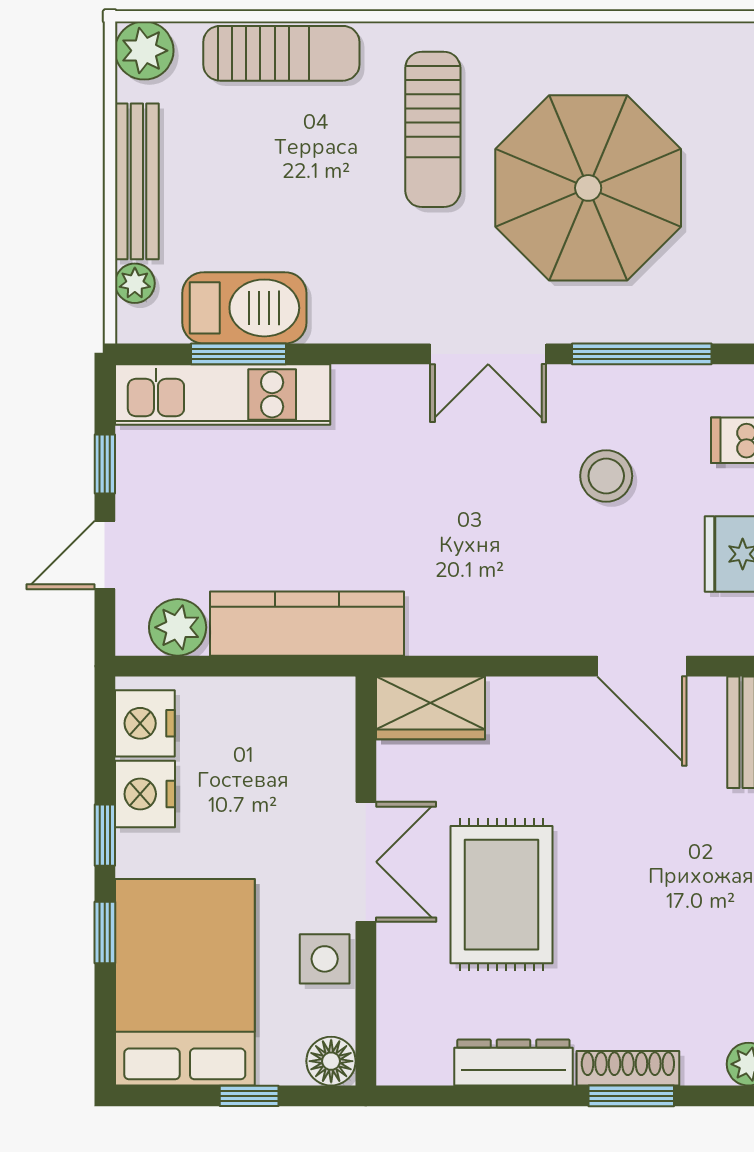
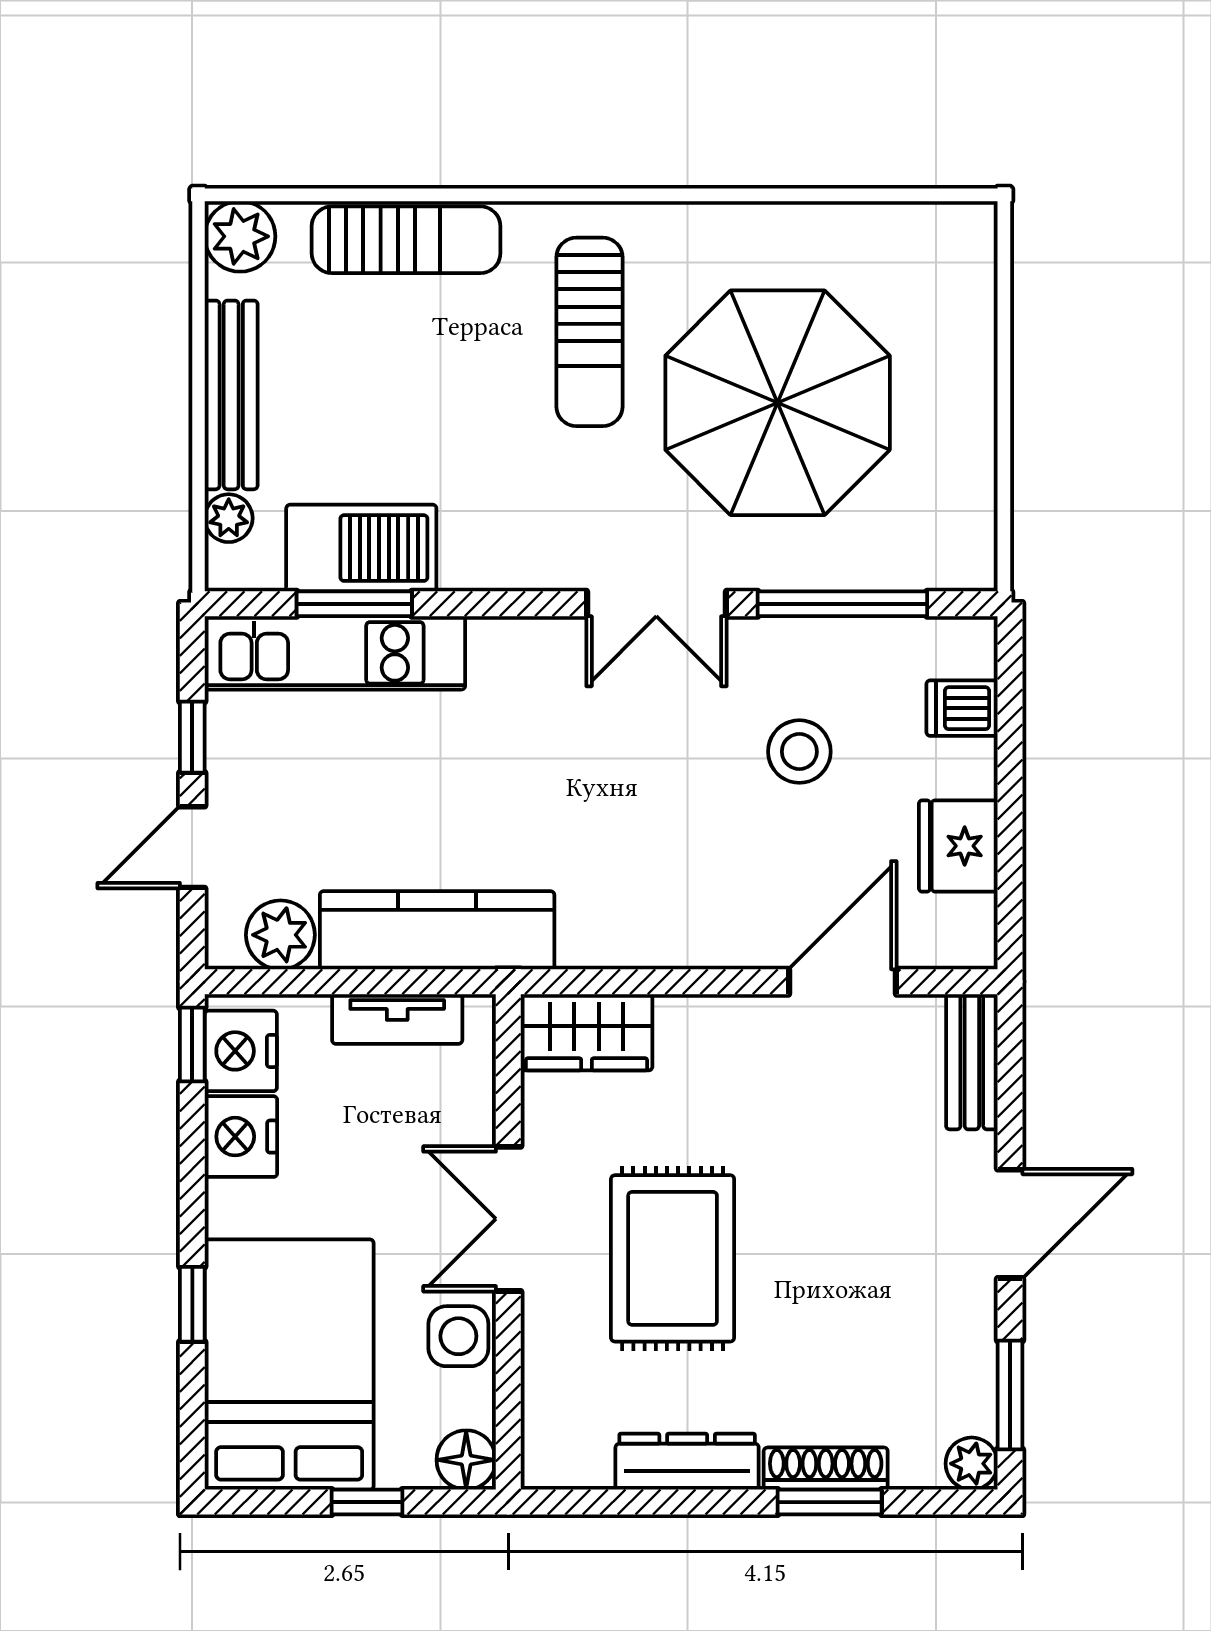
door: (642, 666) -> (842, 982), swing flipped
tv unit: (274, 697) -> (397, 1019), added
window: (105, 835) -> (192, 1045), moved
double door: (366, 862) -> (508, 1219), swing flipped

